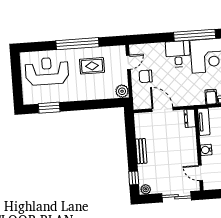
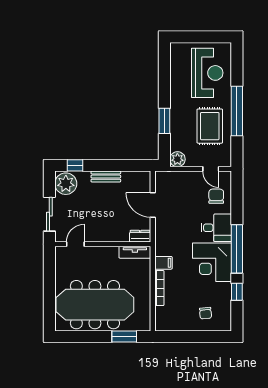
rug: (92, 66) -> (210, 126), width x1.36, depth x1.43
chair: (146, 76) -> (216, 196), moved
window: (49, 108) -> (164, 121), moved
door: (163, 109) -> (153, 205), swing flipped
water cooler: (206, 150) -> (102, 253), removed
plant: (146, 189) -> (66, 184), width x1.88, depth x1.88

